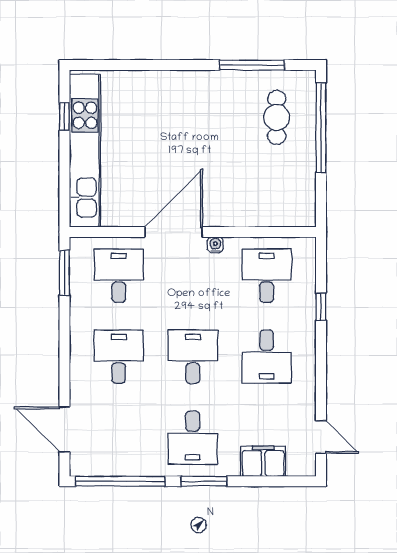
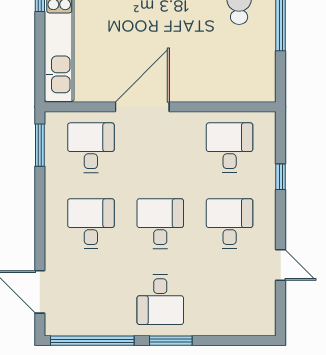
water cooler: (215, 245) -> (181, 119), removed
desk: (267, 357) -> (230, 224), turned 180
door: (321, 437) -> (281, 265), moved
filing cabinet: (263, 461) -> (226, 322), removed

